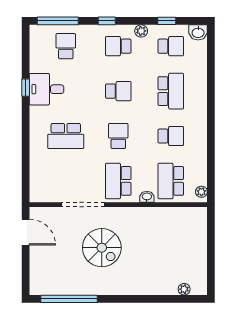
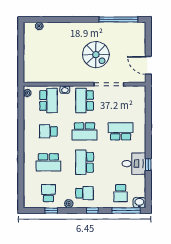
washbasin: (198, 32) -> (139, 203), moved
school desk: (171, 46) -> (48, 193), turned 90
school desk: (118, 91) -> (85, 162), width x1.85
school desk: (171, 91) -> (48, 162), turned -90
school desk: (118, 136) -> (85, 131), width x1.85
school desk: (118, 181) -> (85, 100), turned 180
spiral stairs: (102, 248) -> (96, 55), turned 180

